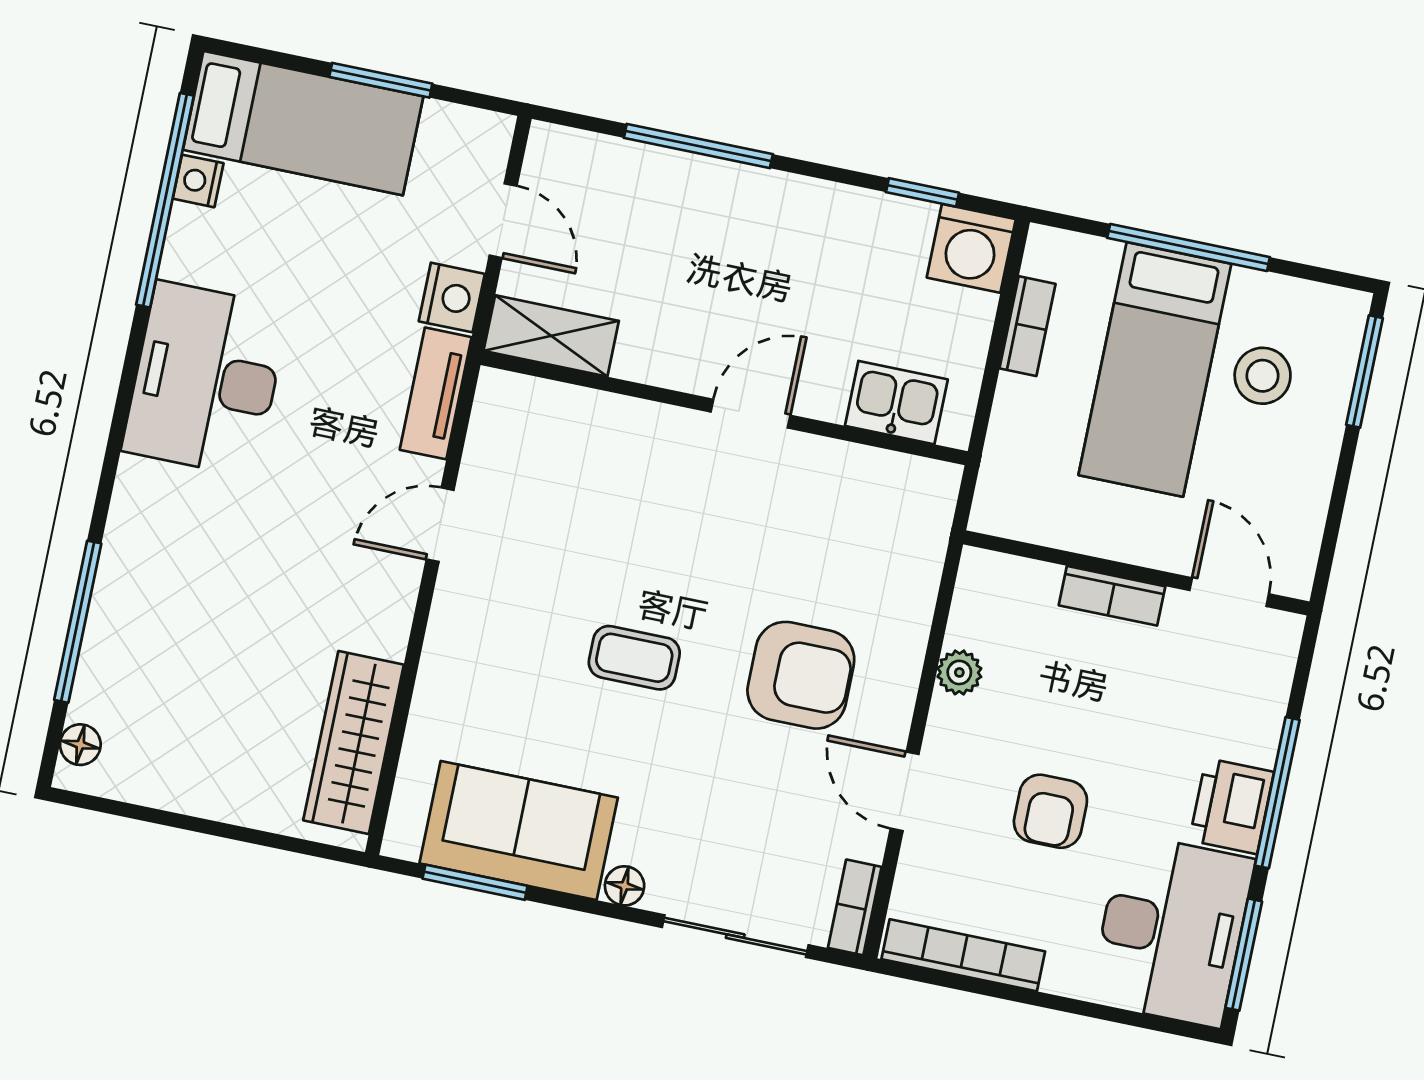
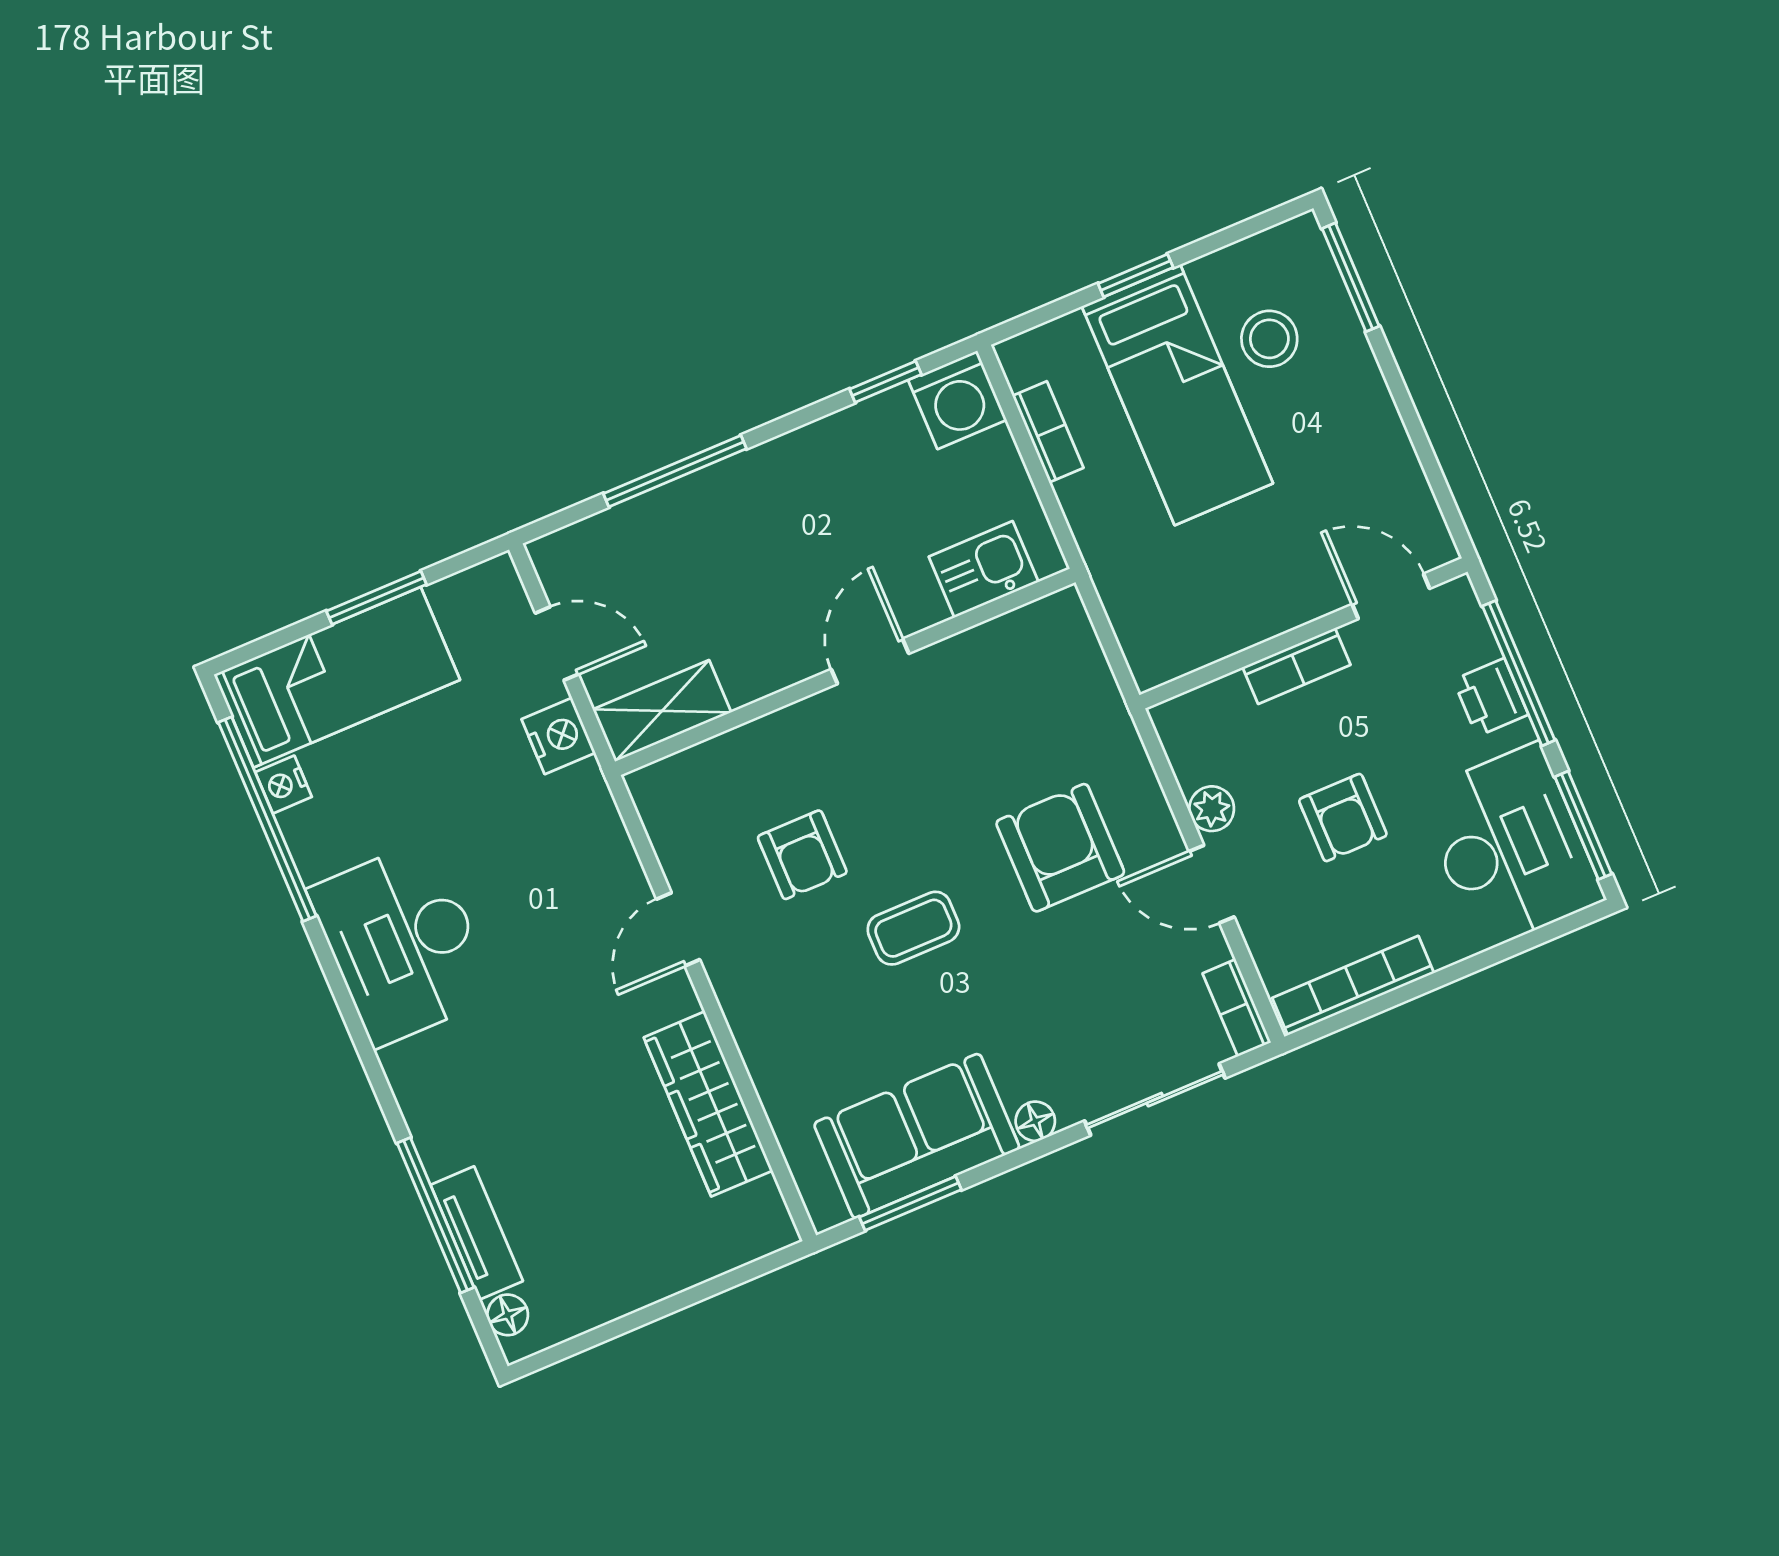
window: (1189, 248) -> (1136, 276), width x0.46
tv unit: (436, 393) -> (477, 1233), moved, turned 180
armchair: (585, 534) -> (802, 855), added
wall: (1136, 573) -> (1304, 633), moved
door: (1229, 592) -> (1391, 596), moved
bookcase: (1112, 596) -> (1297, 666), moved
plant: (959, 672) -> (1212, 809), moved
armchair: (801, 675) -> (1060, 848), turned -90
wardrobe: (354, 743) -> (708, 1104), moved
printer: (1232, 806) -> (1491, 697), width x0.73, depth x0.81

